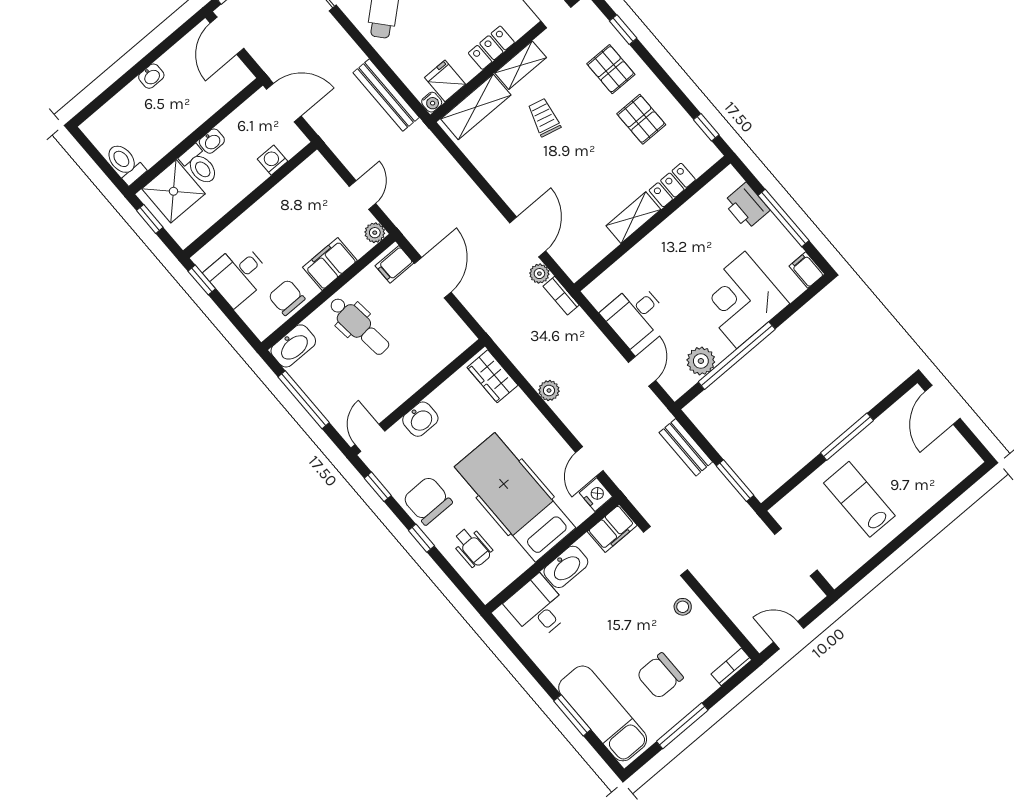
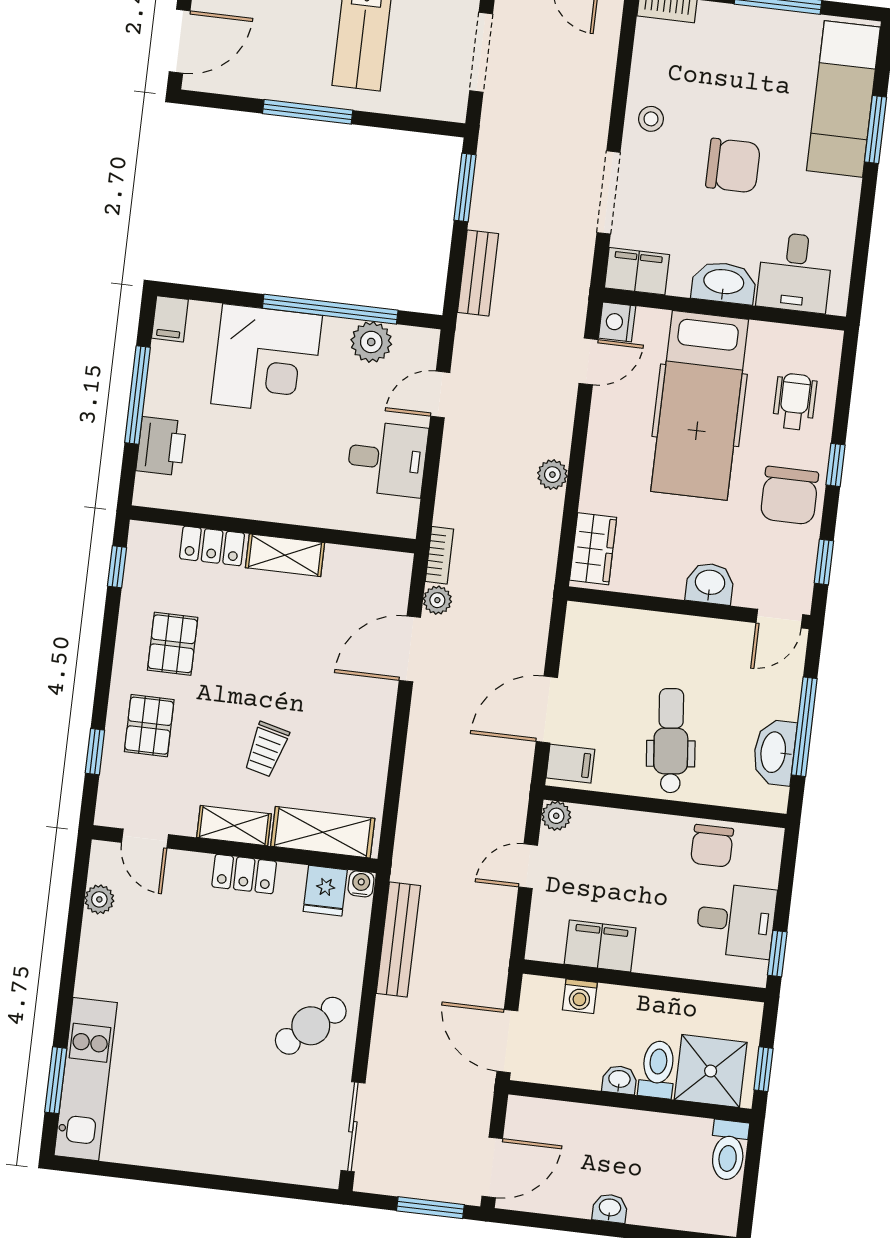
filing cabinet: (330, 264) -> (600, 946), moved, turned 180
washbasin: (293, 346) -> (774, 752), moved, turned -90
chair: (660, 676) -> (733, 166), moved

